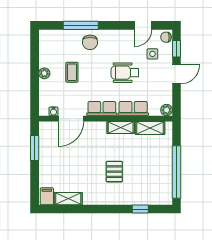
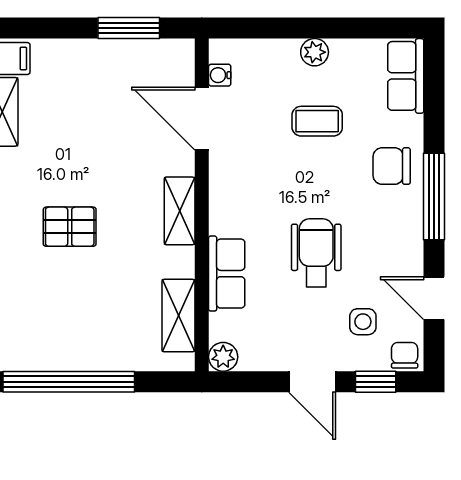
window: (81, 25) -> (434, 196), moved
row of seats: (102, 109) -> (406, 76), moved, turned 180
shelving: (121, 128) -> (180, 211), moved

